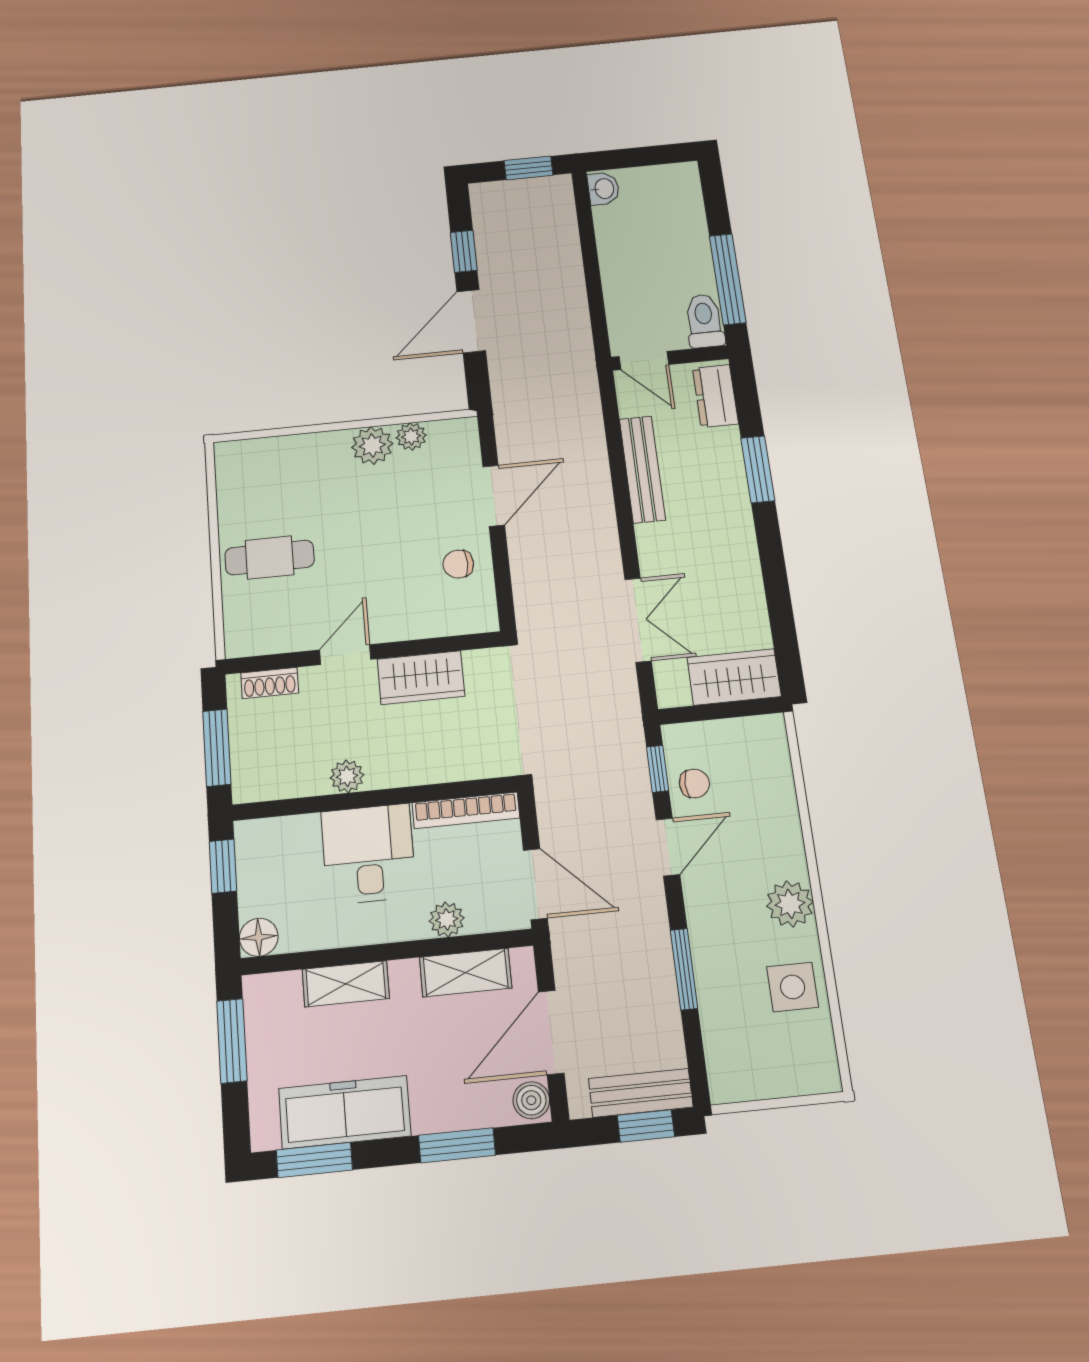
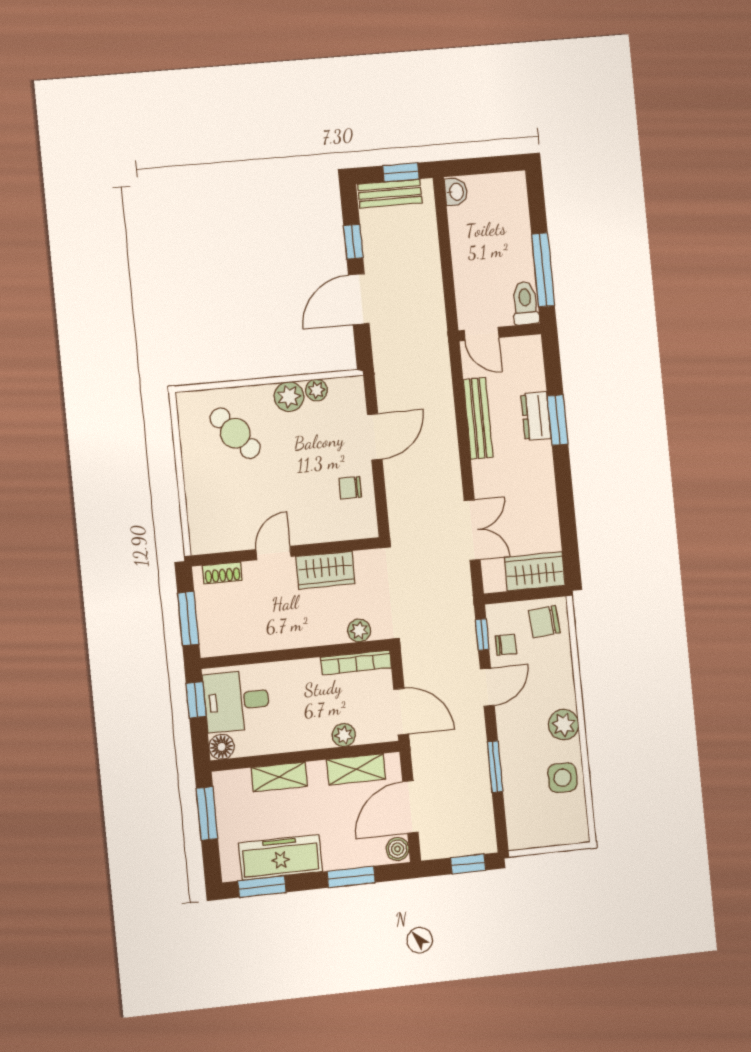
dresser: (715, 396) -> (536, 416), moved
cafe table: (270, 558) -> (235, 433), moved, turned 51
chair: (752, 749) -> (544, 622), added
plant: (347, 776) -> (359, 631), moved
desk: (368, 854) -> (237, 701), moved, turned -90
bench: (641, 1093) -> (390, 194), moved

